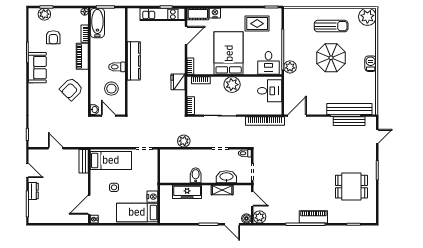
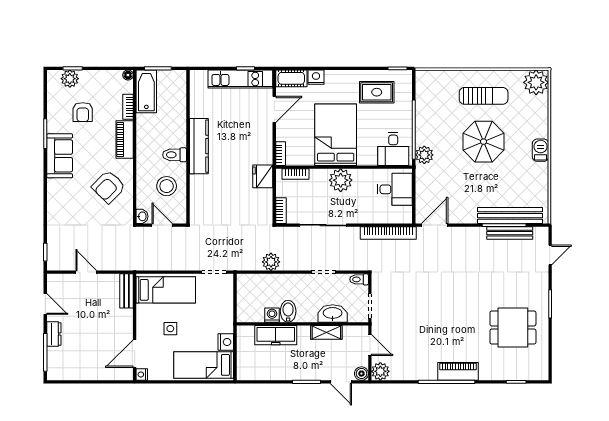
washing machine: (184, 178) -> (272, 315), added

